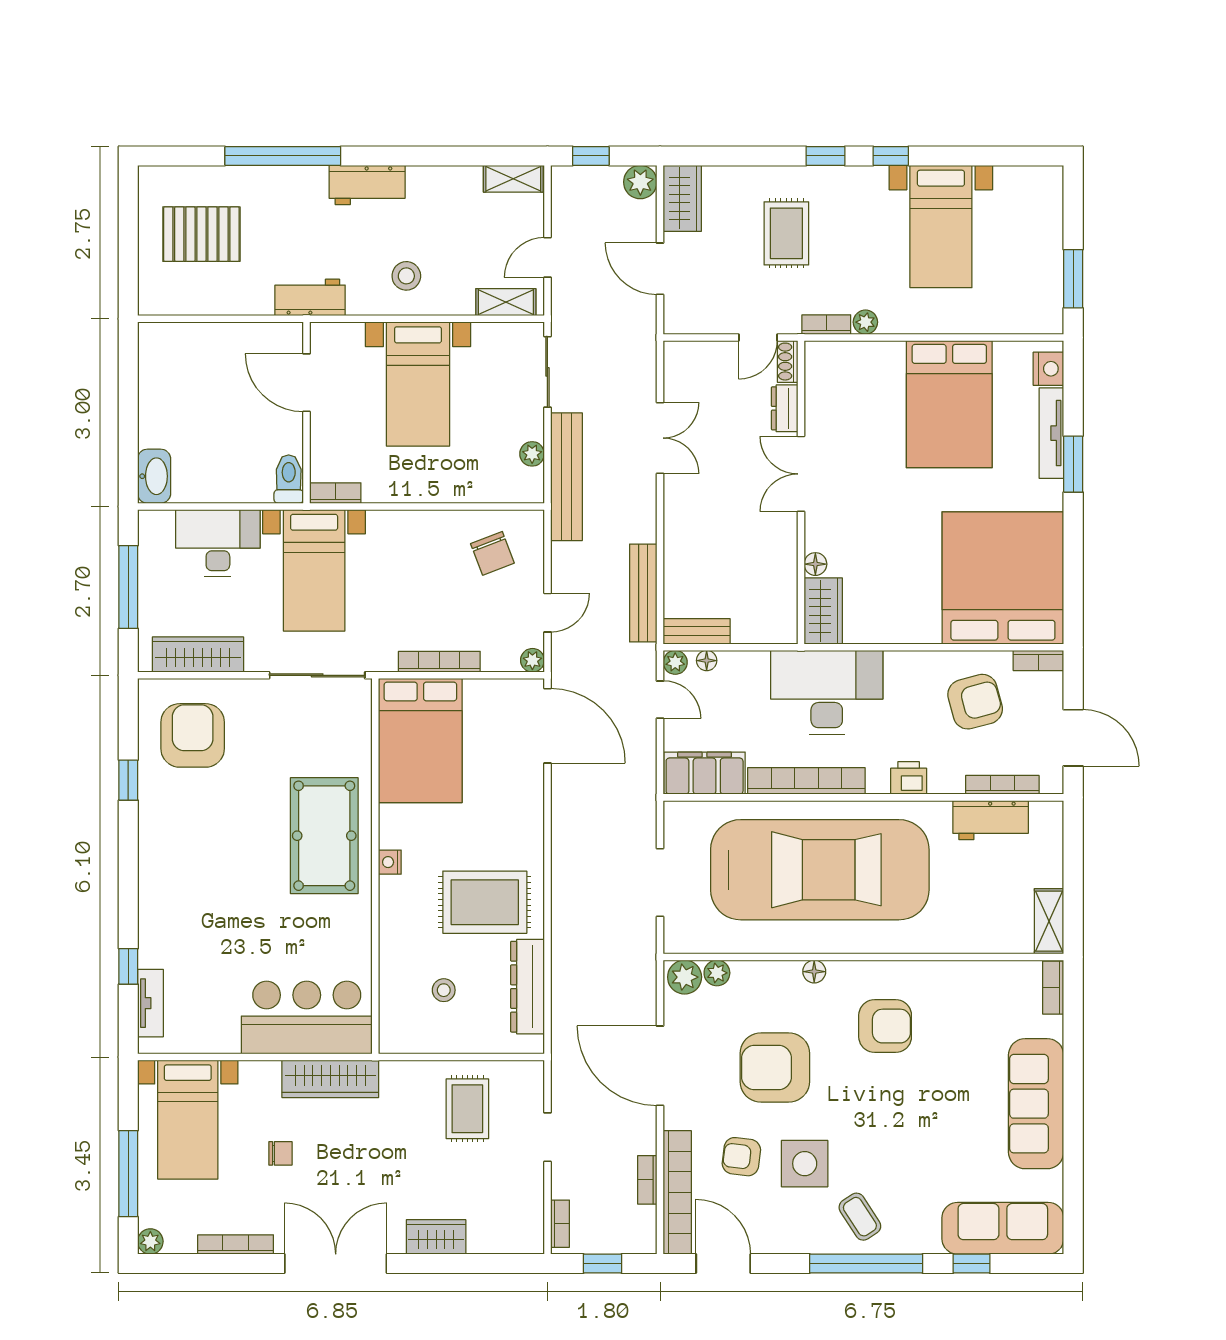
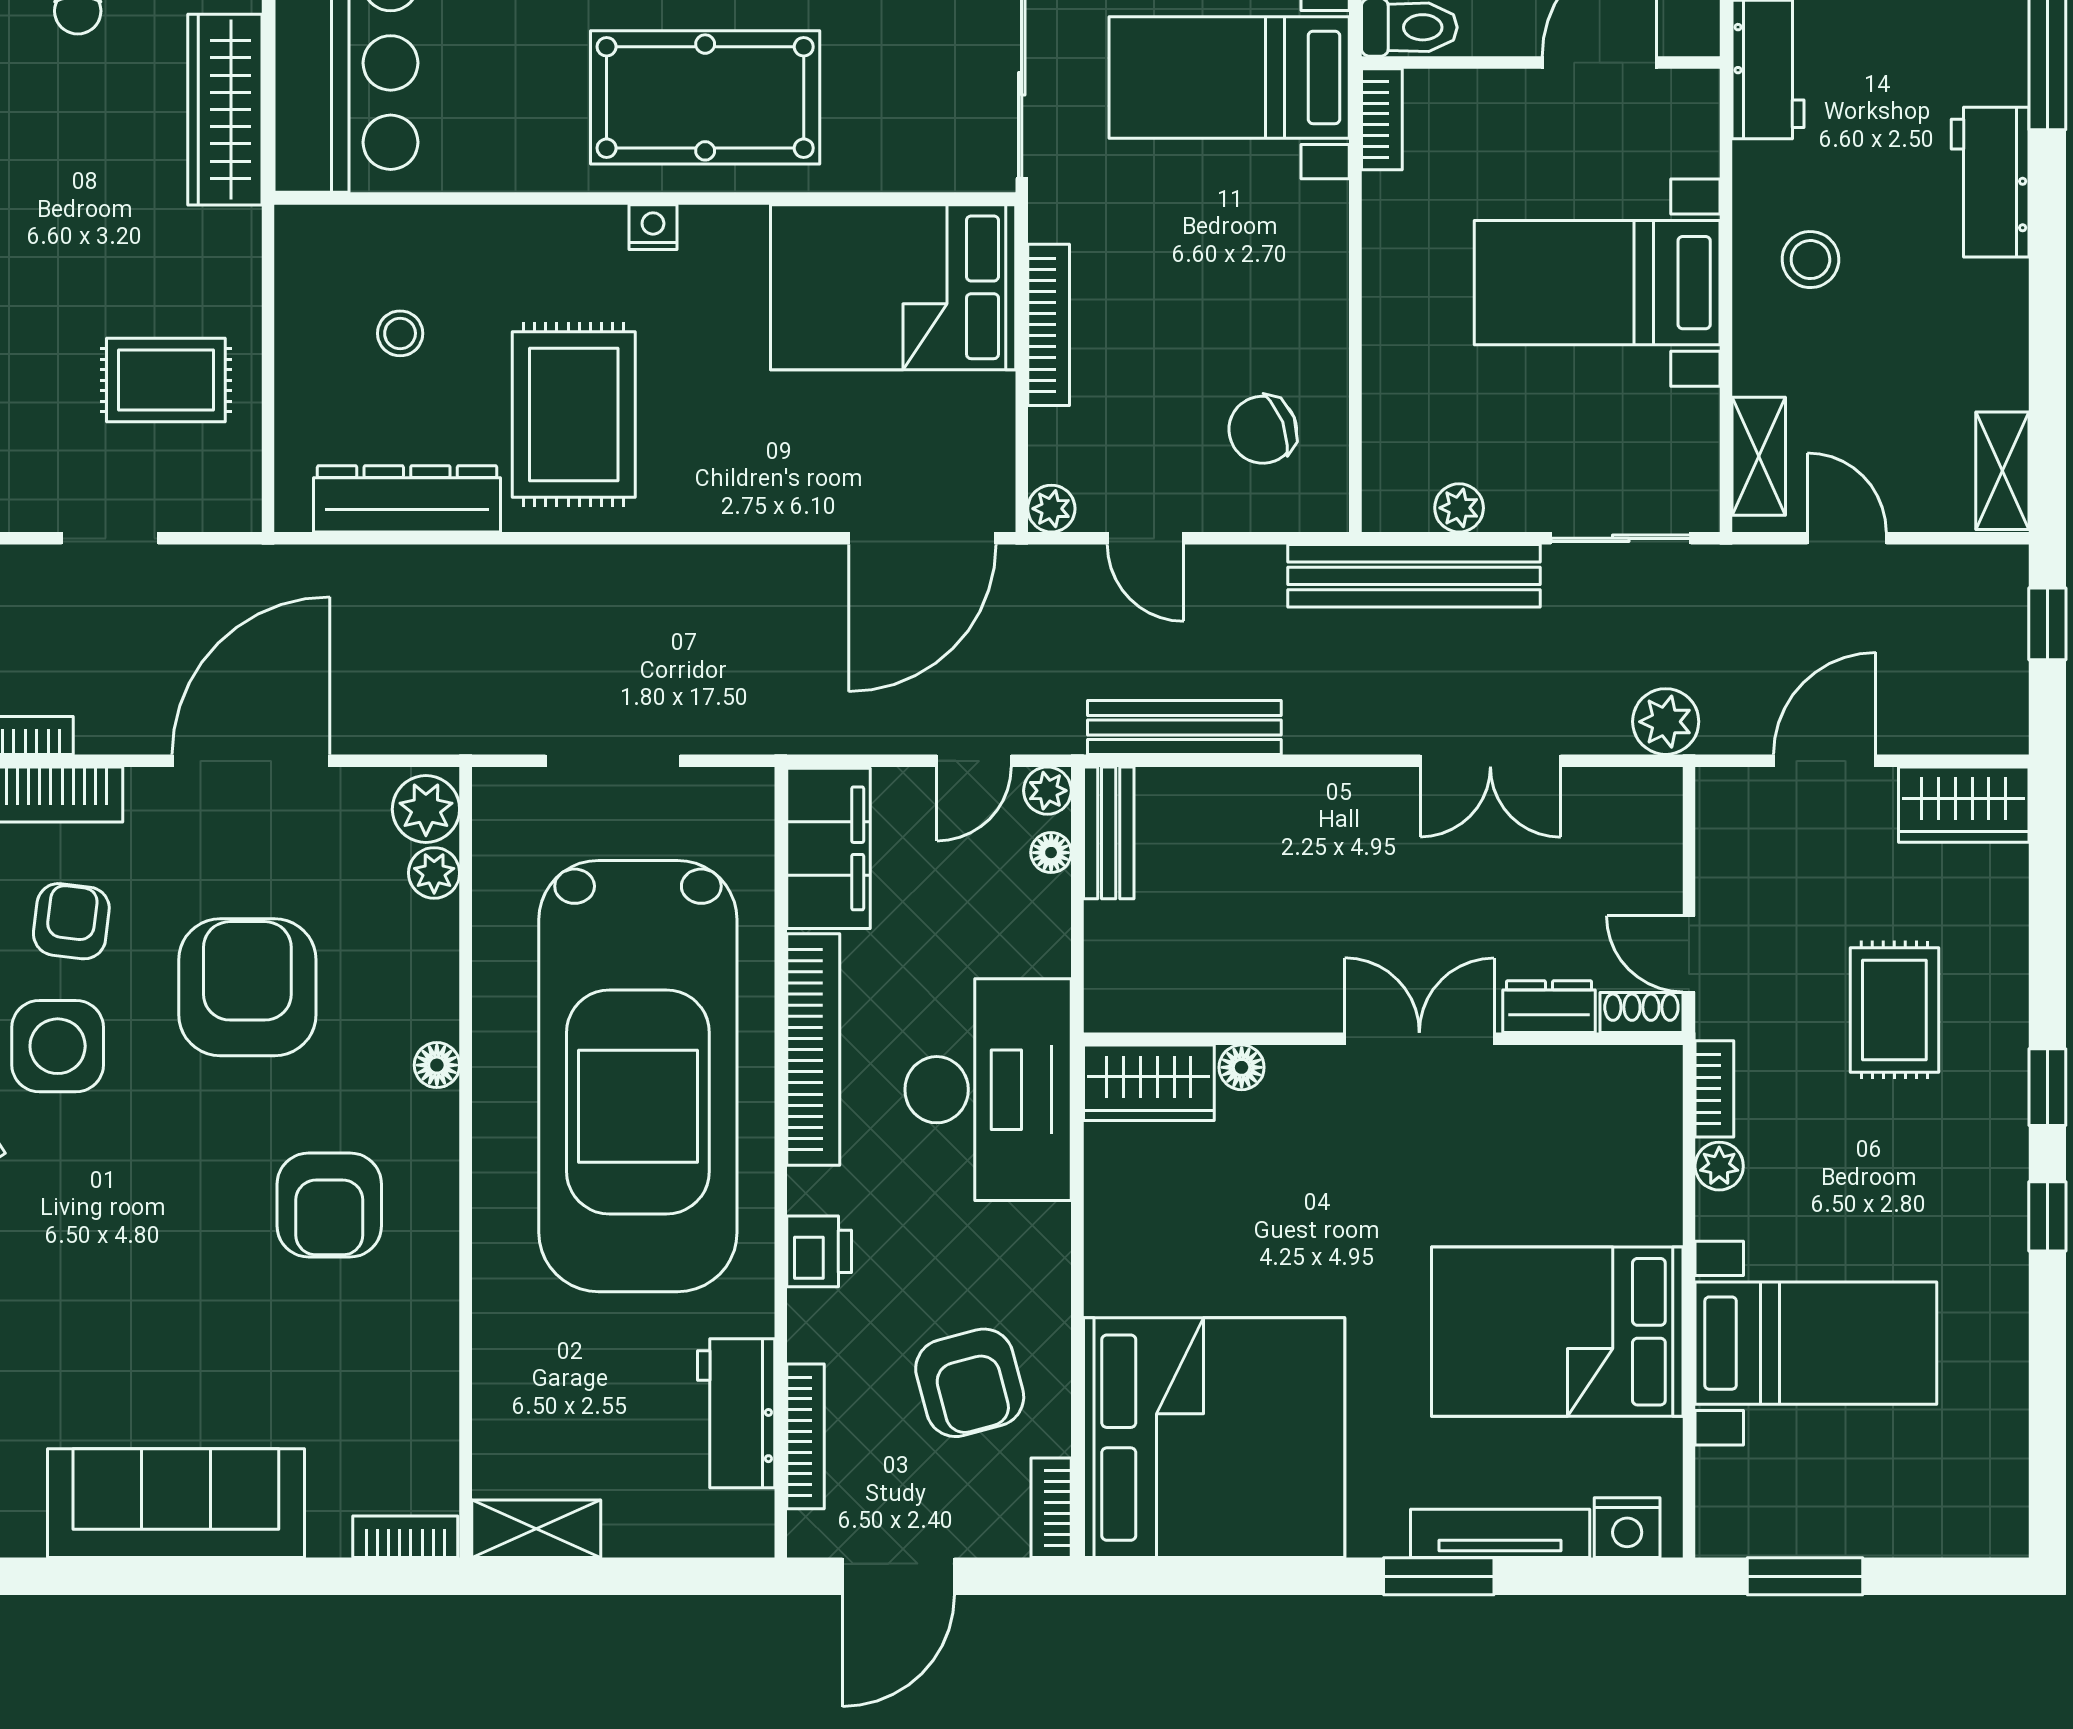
plant: (640, 182) -> (1666, 722), moved
bed with nightstands: (941, 226) -> (1816, 1343), moved, turned 180
rug: (786, 233) -> (1894, 1010), turned 90

